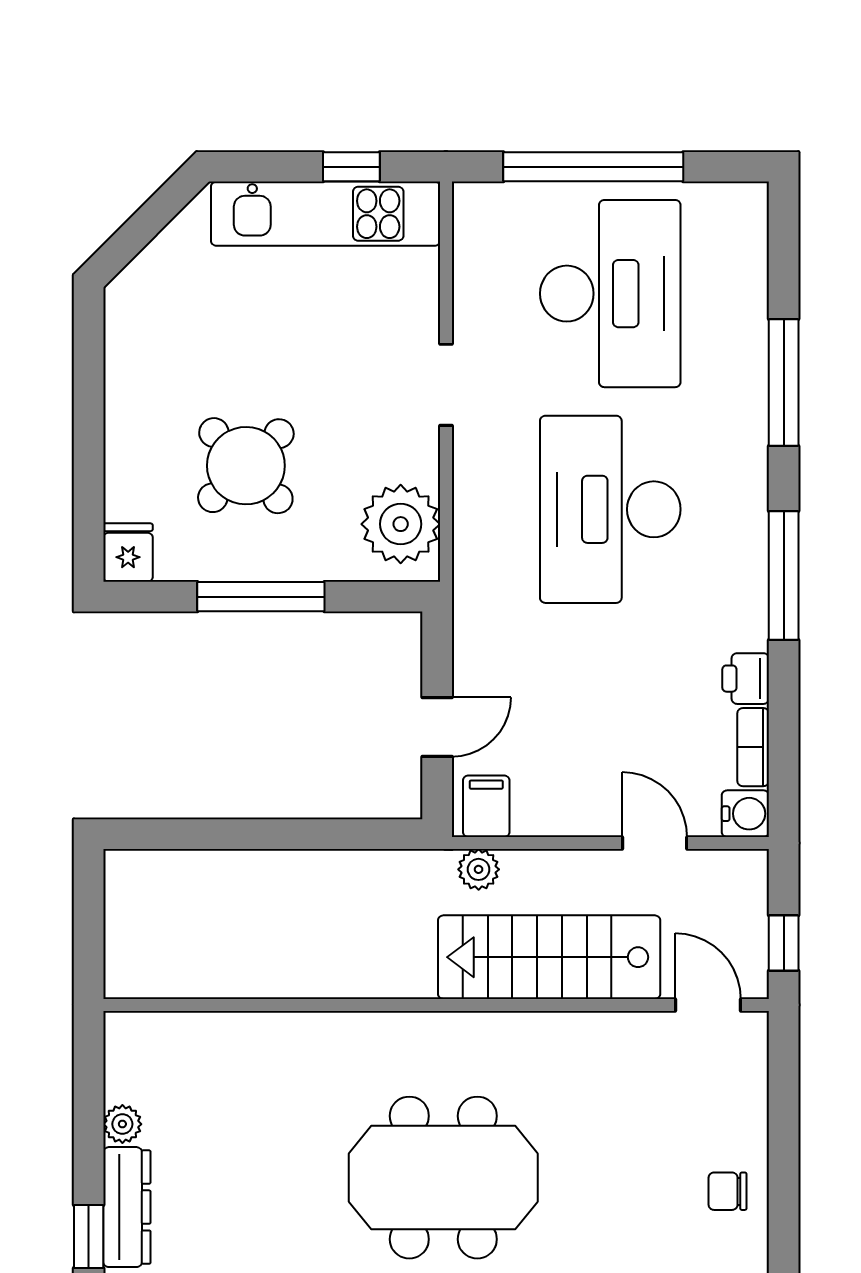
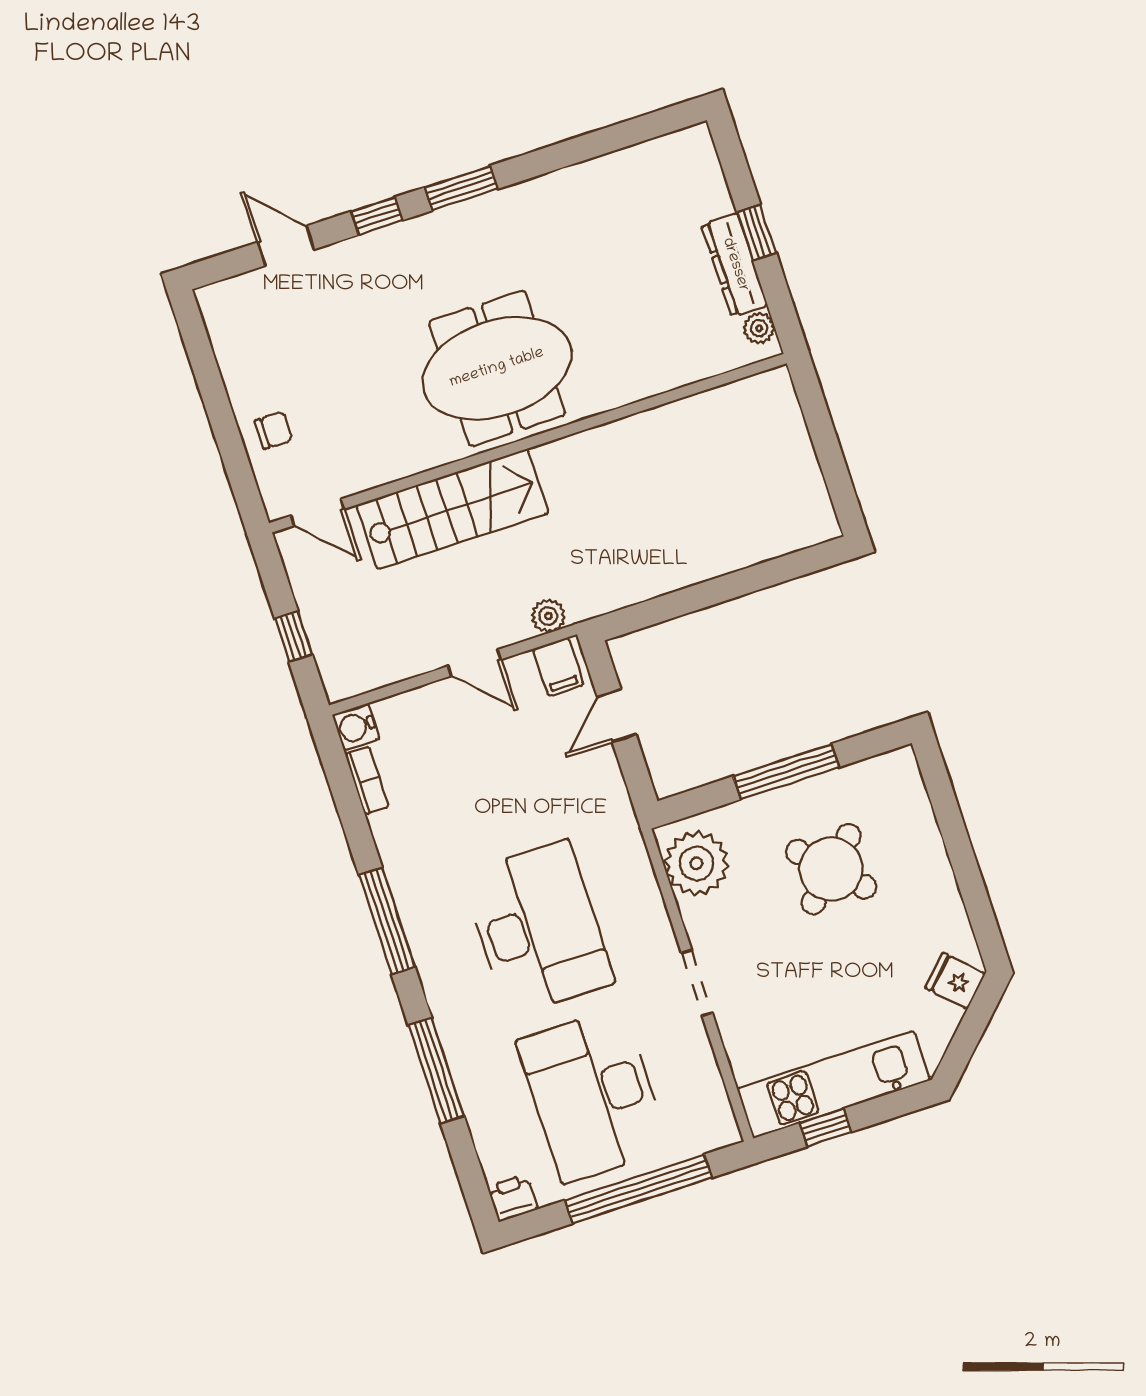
fridge: (128, 553) -> (955, 981), moved, turned 135
printer: (746, 679) -> (512, 1198), moved, turned -90
door: (655, 843) -> (475, 663), moved
stairs: (549, 957) -> (453, 509), moved
wall: (436, 1005) -> (528, 443), moved
door: (708, 1005) -> (317, 512), moved

